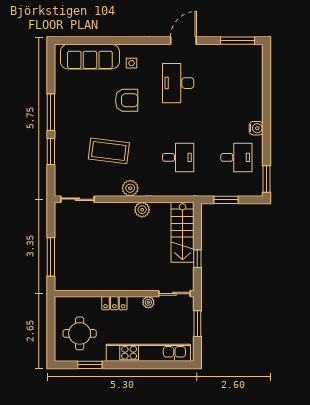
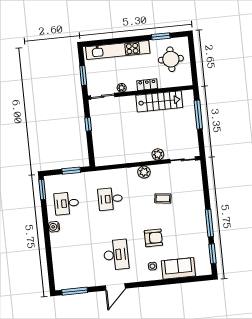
sofa: (90, 57) -> (178, 268), width x0.73
armchair: (127, 100) -> (153, 238), turned 180
coffee table: (109, 151) -> (163, 198), width x0.54, depth x0.58
window: (51, 152) -> (212, 254), moved
plant: (142, 210) -> (158, 154), moved
stairs: (183, 232) -> (159, 101), moved, turned 90

